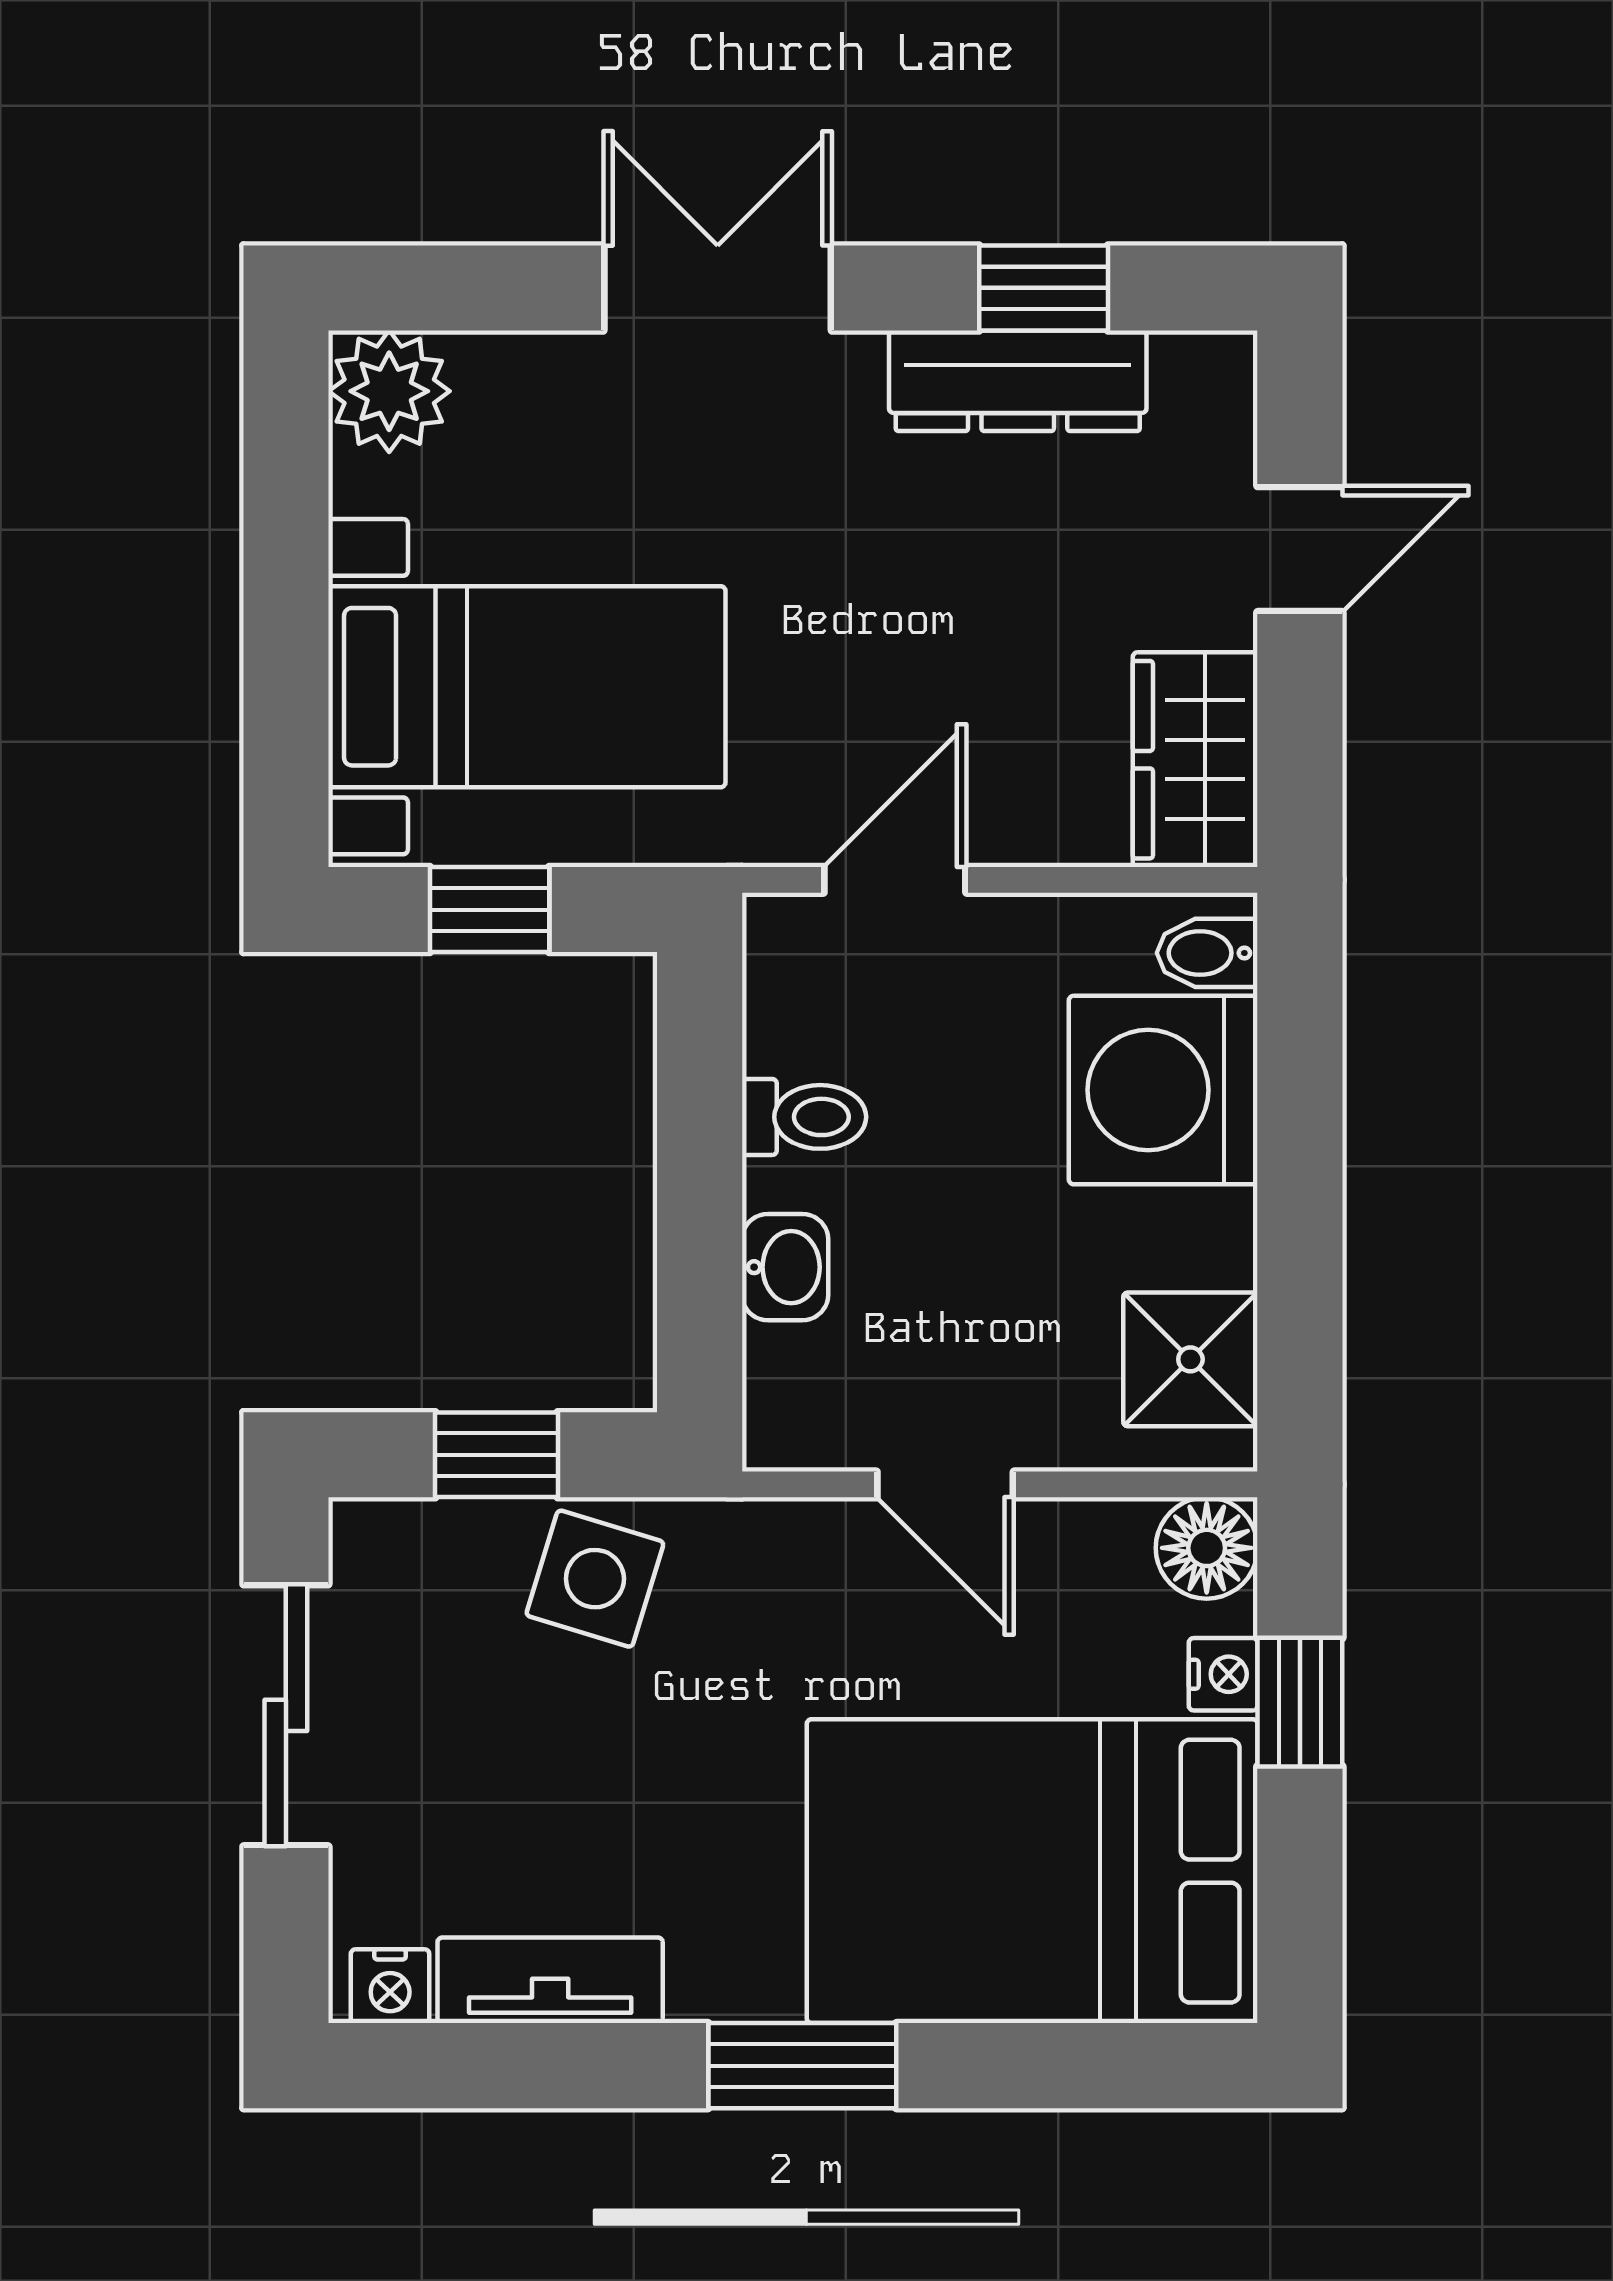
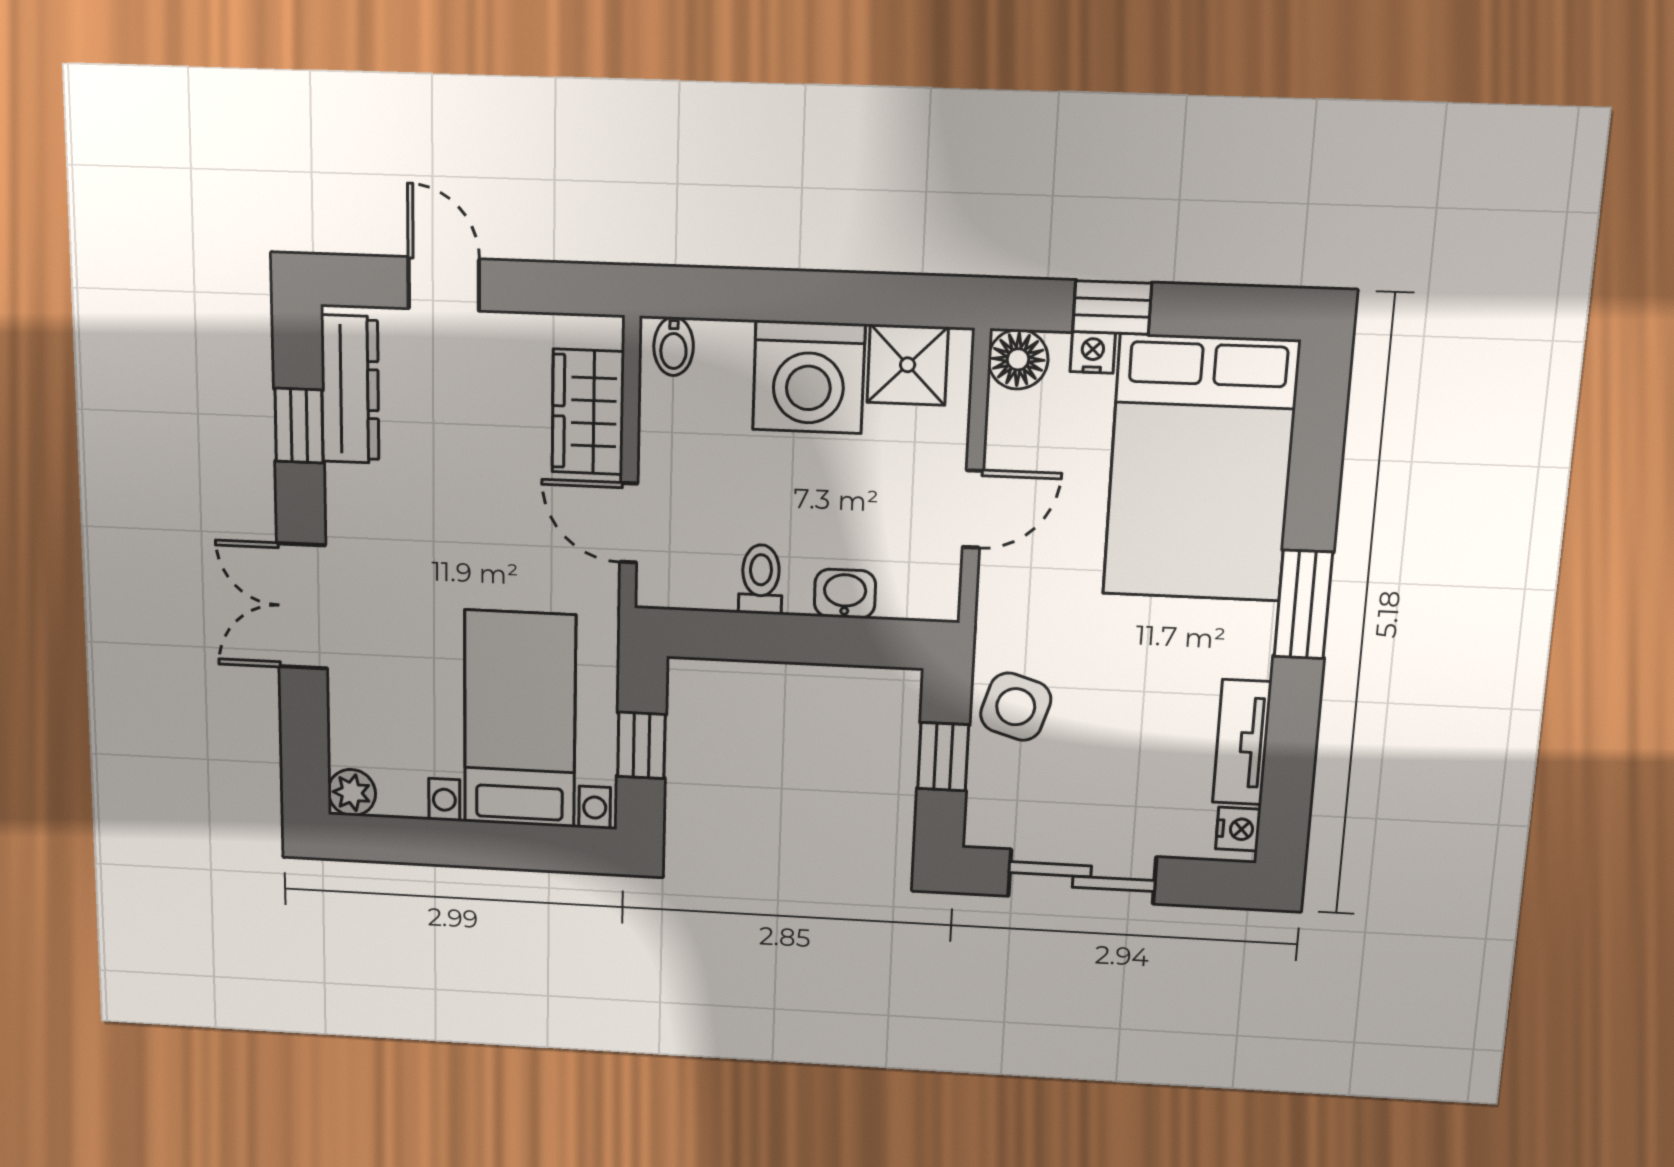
dresser: (1018, 381) -> (350, 389), moved
plant: (389, 391) -> (352, 793), width x0.73, depth x0.73
wardrobe: (1195, 760) -> (588, 412), moved, turned 90
washing machine: (1163, 1090) -> (809, 377), moved

